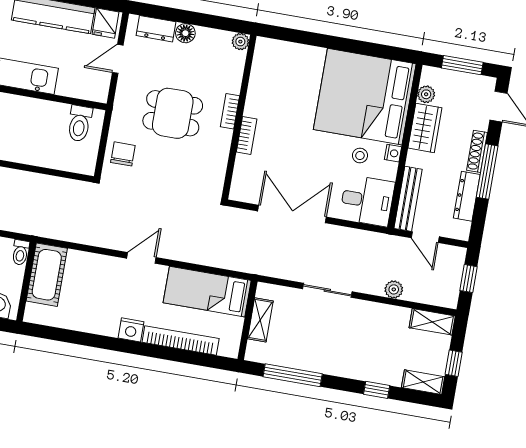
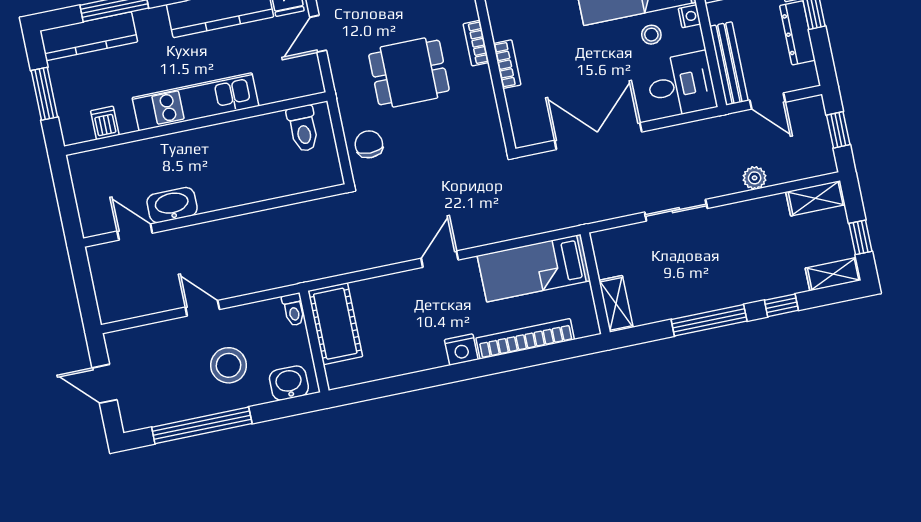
shelving: (260, 320) -> (616, 304), moved
window: (293, 375) -> (709, 320), moved

